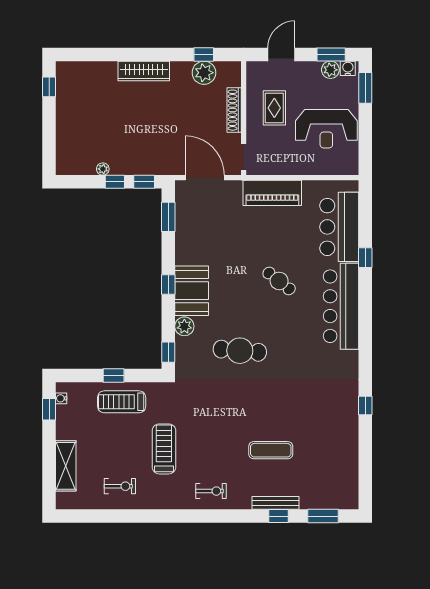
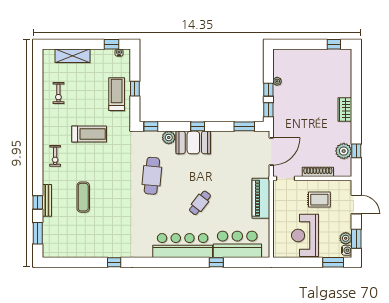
wardrobe: (144, 71) -> (345, 110), width x0.67
treadmill: (164, 449) -> (89, 134), moved

